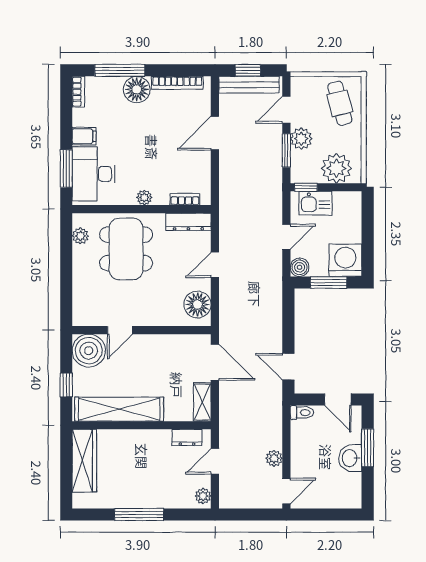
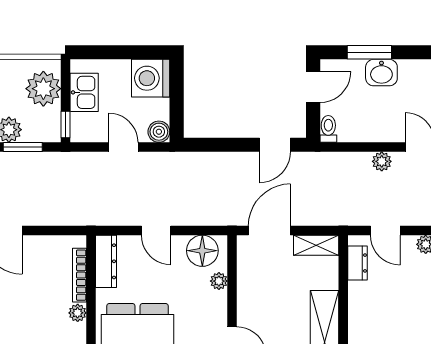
bookcase: (185, 199) -> (79, 275), width x1.56
kitchen sink: (315, 203) -> (84, 92), moved
window: (329, 282) -> (177, 98), removed
plant: (172, 319) -> (219, 281), added

